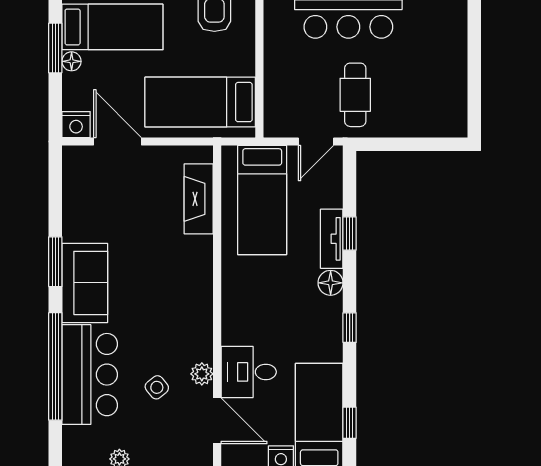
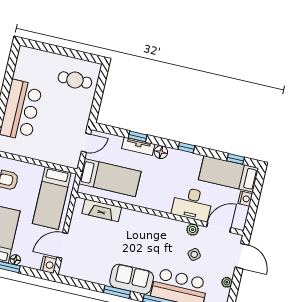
cafe table: (355, 95) -> (75, 80), moved
door: (316, 141) -> (86, 143), hinge flipped
desk: (249, 372) -> (192, 204), width x1.37

